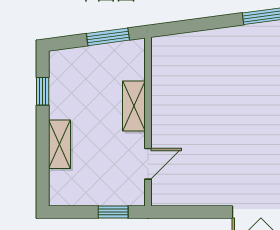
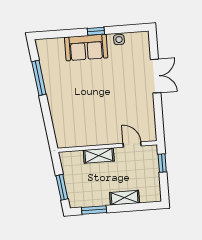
window: (108, 37) -> (62, 187), moved
window: (43, 91) -> (94, 210), width x1.50

